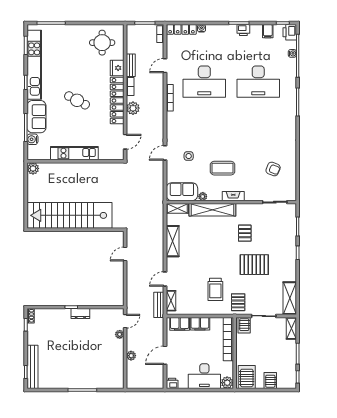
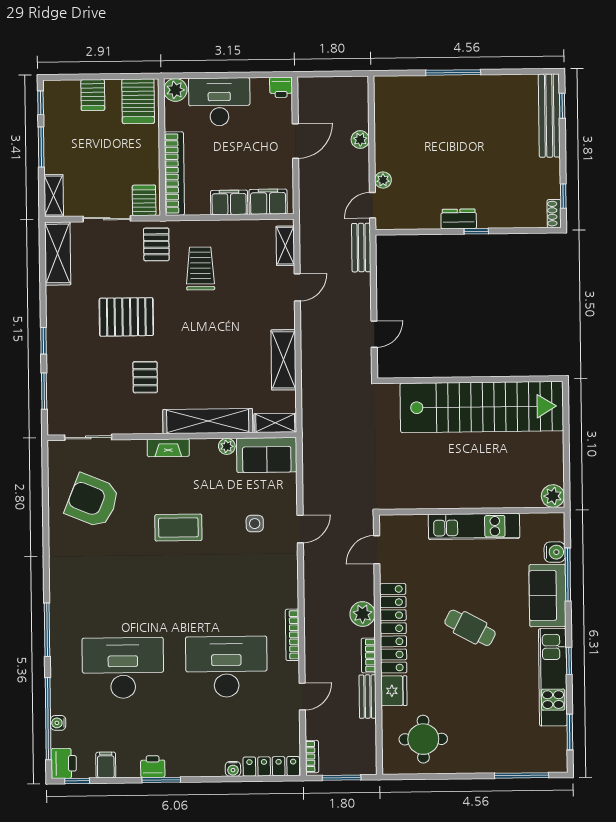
kitchen unit: (34, 65) -> (553, 677), width x0.73
coffee table: (223, 168) -> (178, 528), moved
armchair: (273, 169) -> (92, 501), width x1.88, depth x1.88
bench: (159, 305) -> (361, 248), moved

